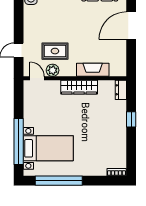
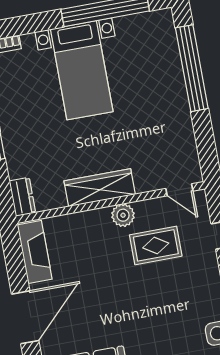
plant: (53, 70) -> (123, 215), moved
fireplace: (93, 70) -> (35, 252), moved, turned -90
bed with nightstands: (48, 148) -> (82, 70), moved, turned -90

